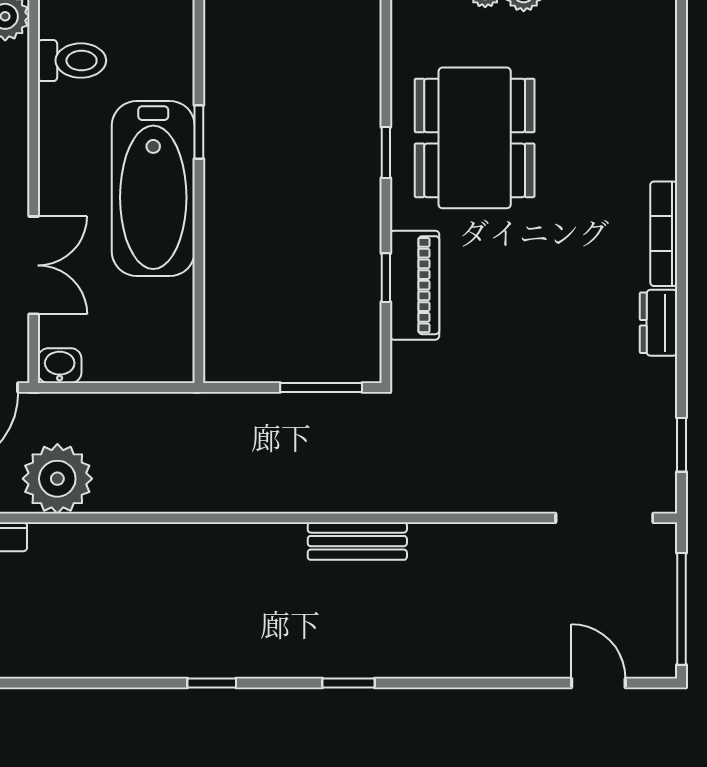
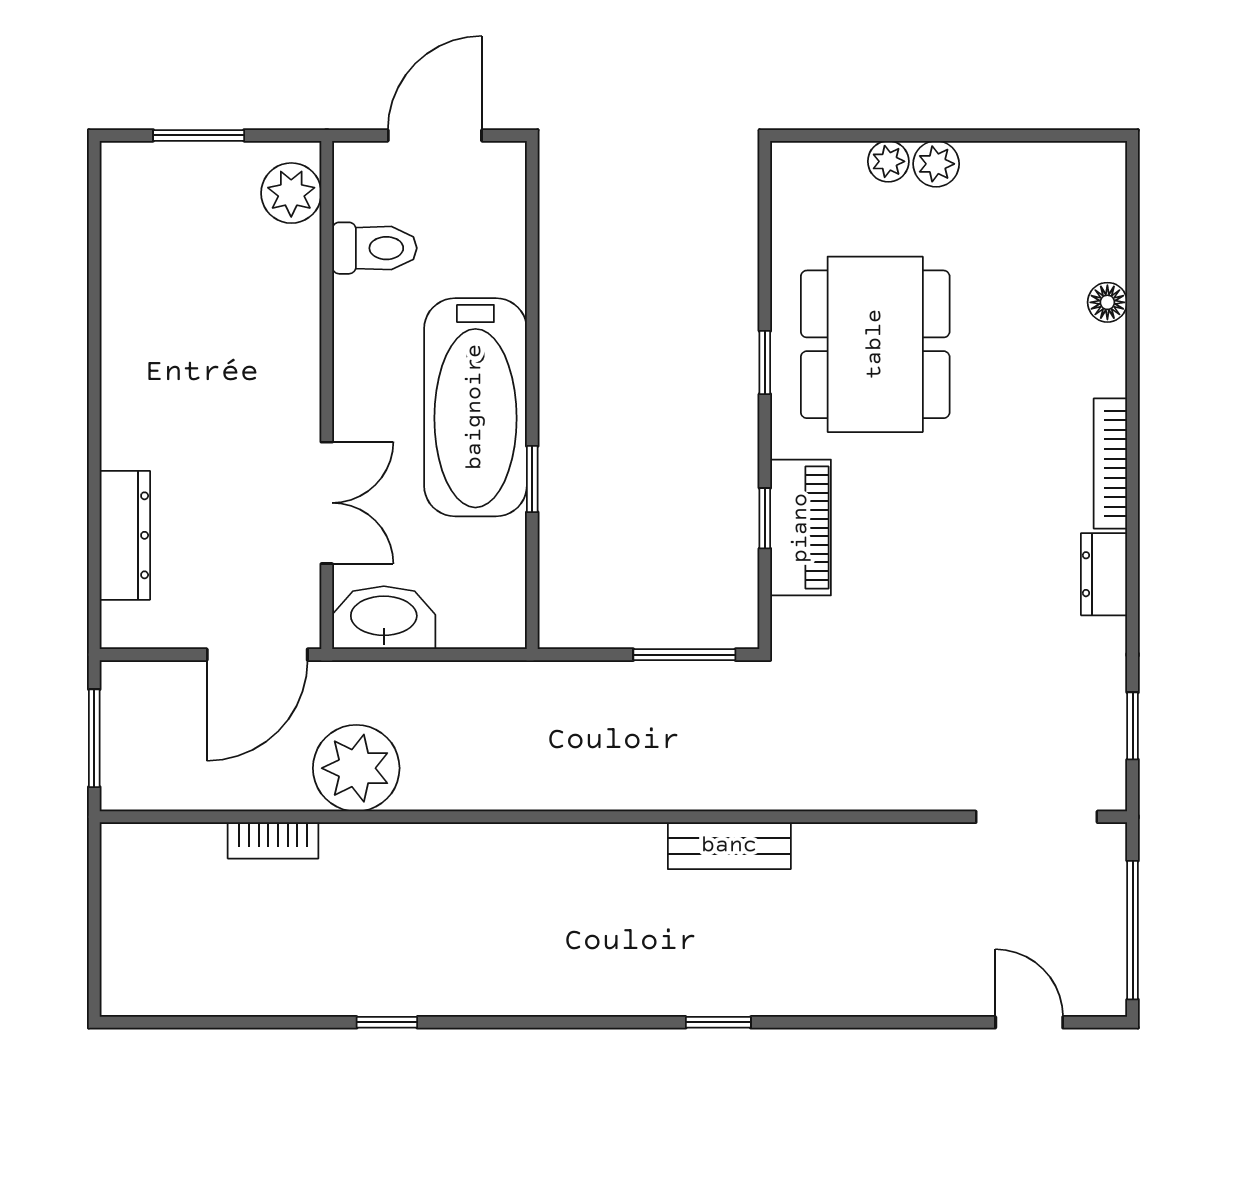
floor lamp: (661, 104) -> (1107, 302), added
window: (199, 132) -> (532, 479), moved
washbasin: (60, 366) -> (384, 618), width x1.91, depth x1.45
window: (212, 683) -> (387, 1022), moved

